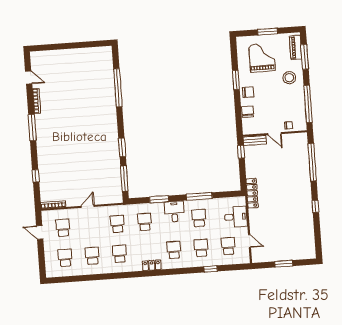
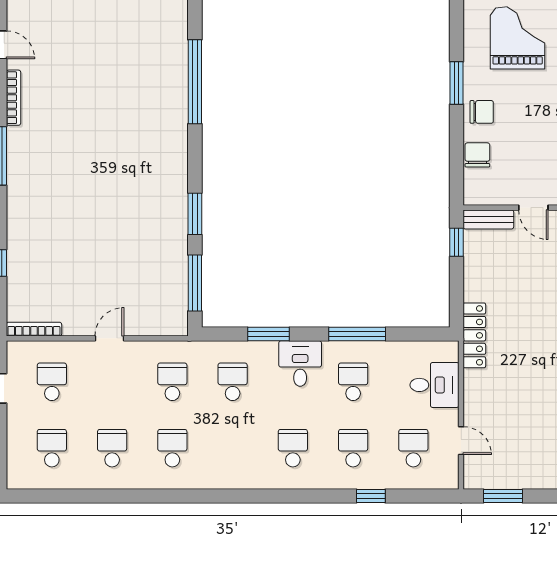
window: (284, 264) -> (503, 496), moved
locker: (152, 265) -> (242, 478), removed

